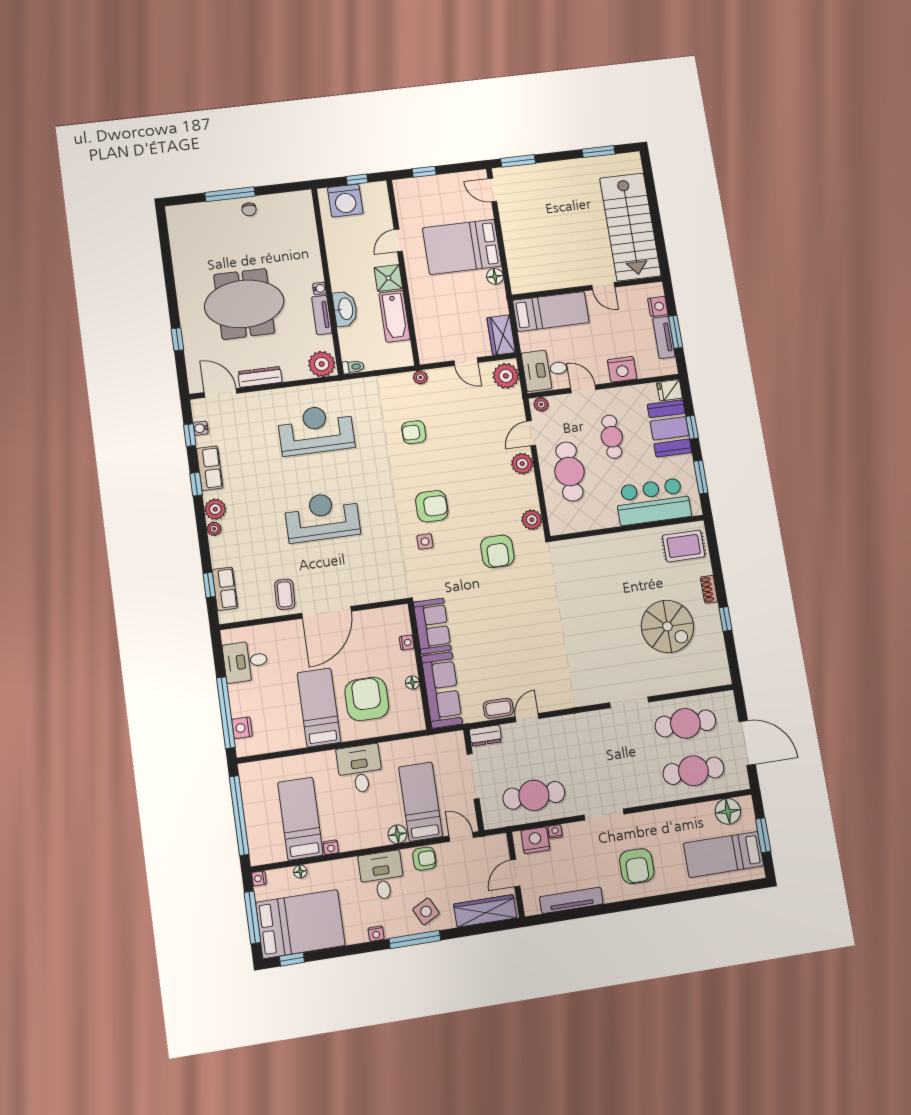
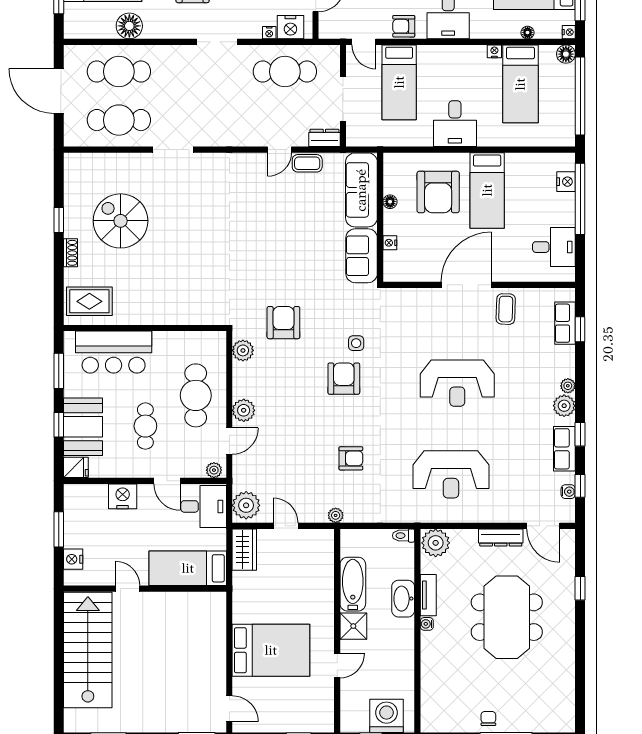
floor lamp: (495, 276) -> (241, 614), removed
meeting table: (244, 304) -> (507, 617), turned 90
tv unit: (664, 337) -> (72, 525), removed
armchair: (432, 506) -> (344, 379), turned 90
floor lamp: (728, 811) -> (129, 26), moved
floor lamp: (397, 834) -> (566, 54), moved

